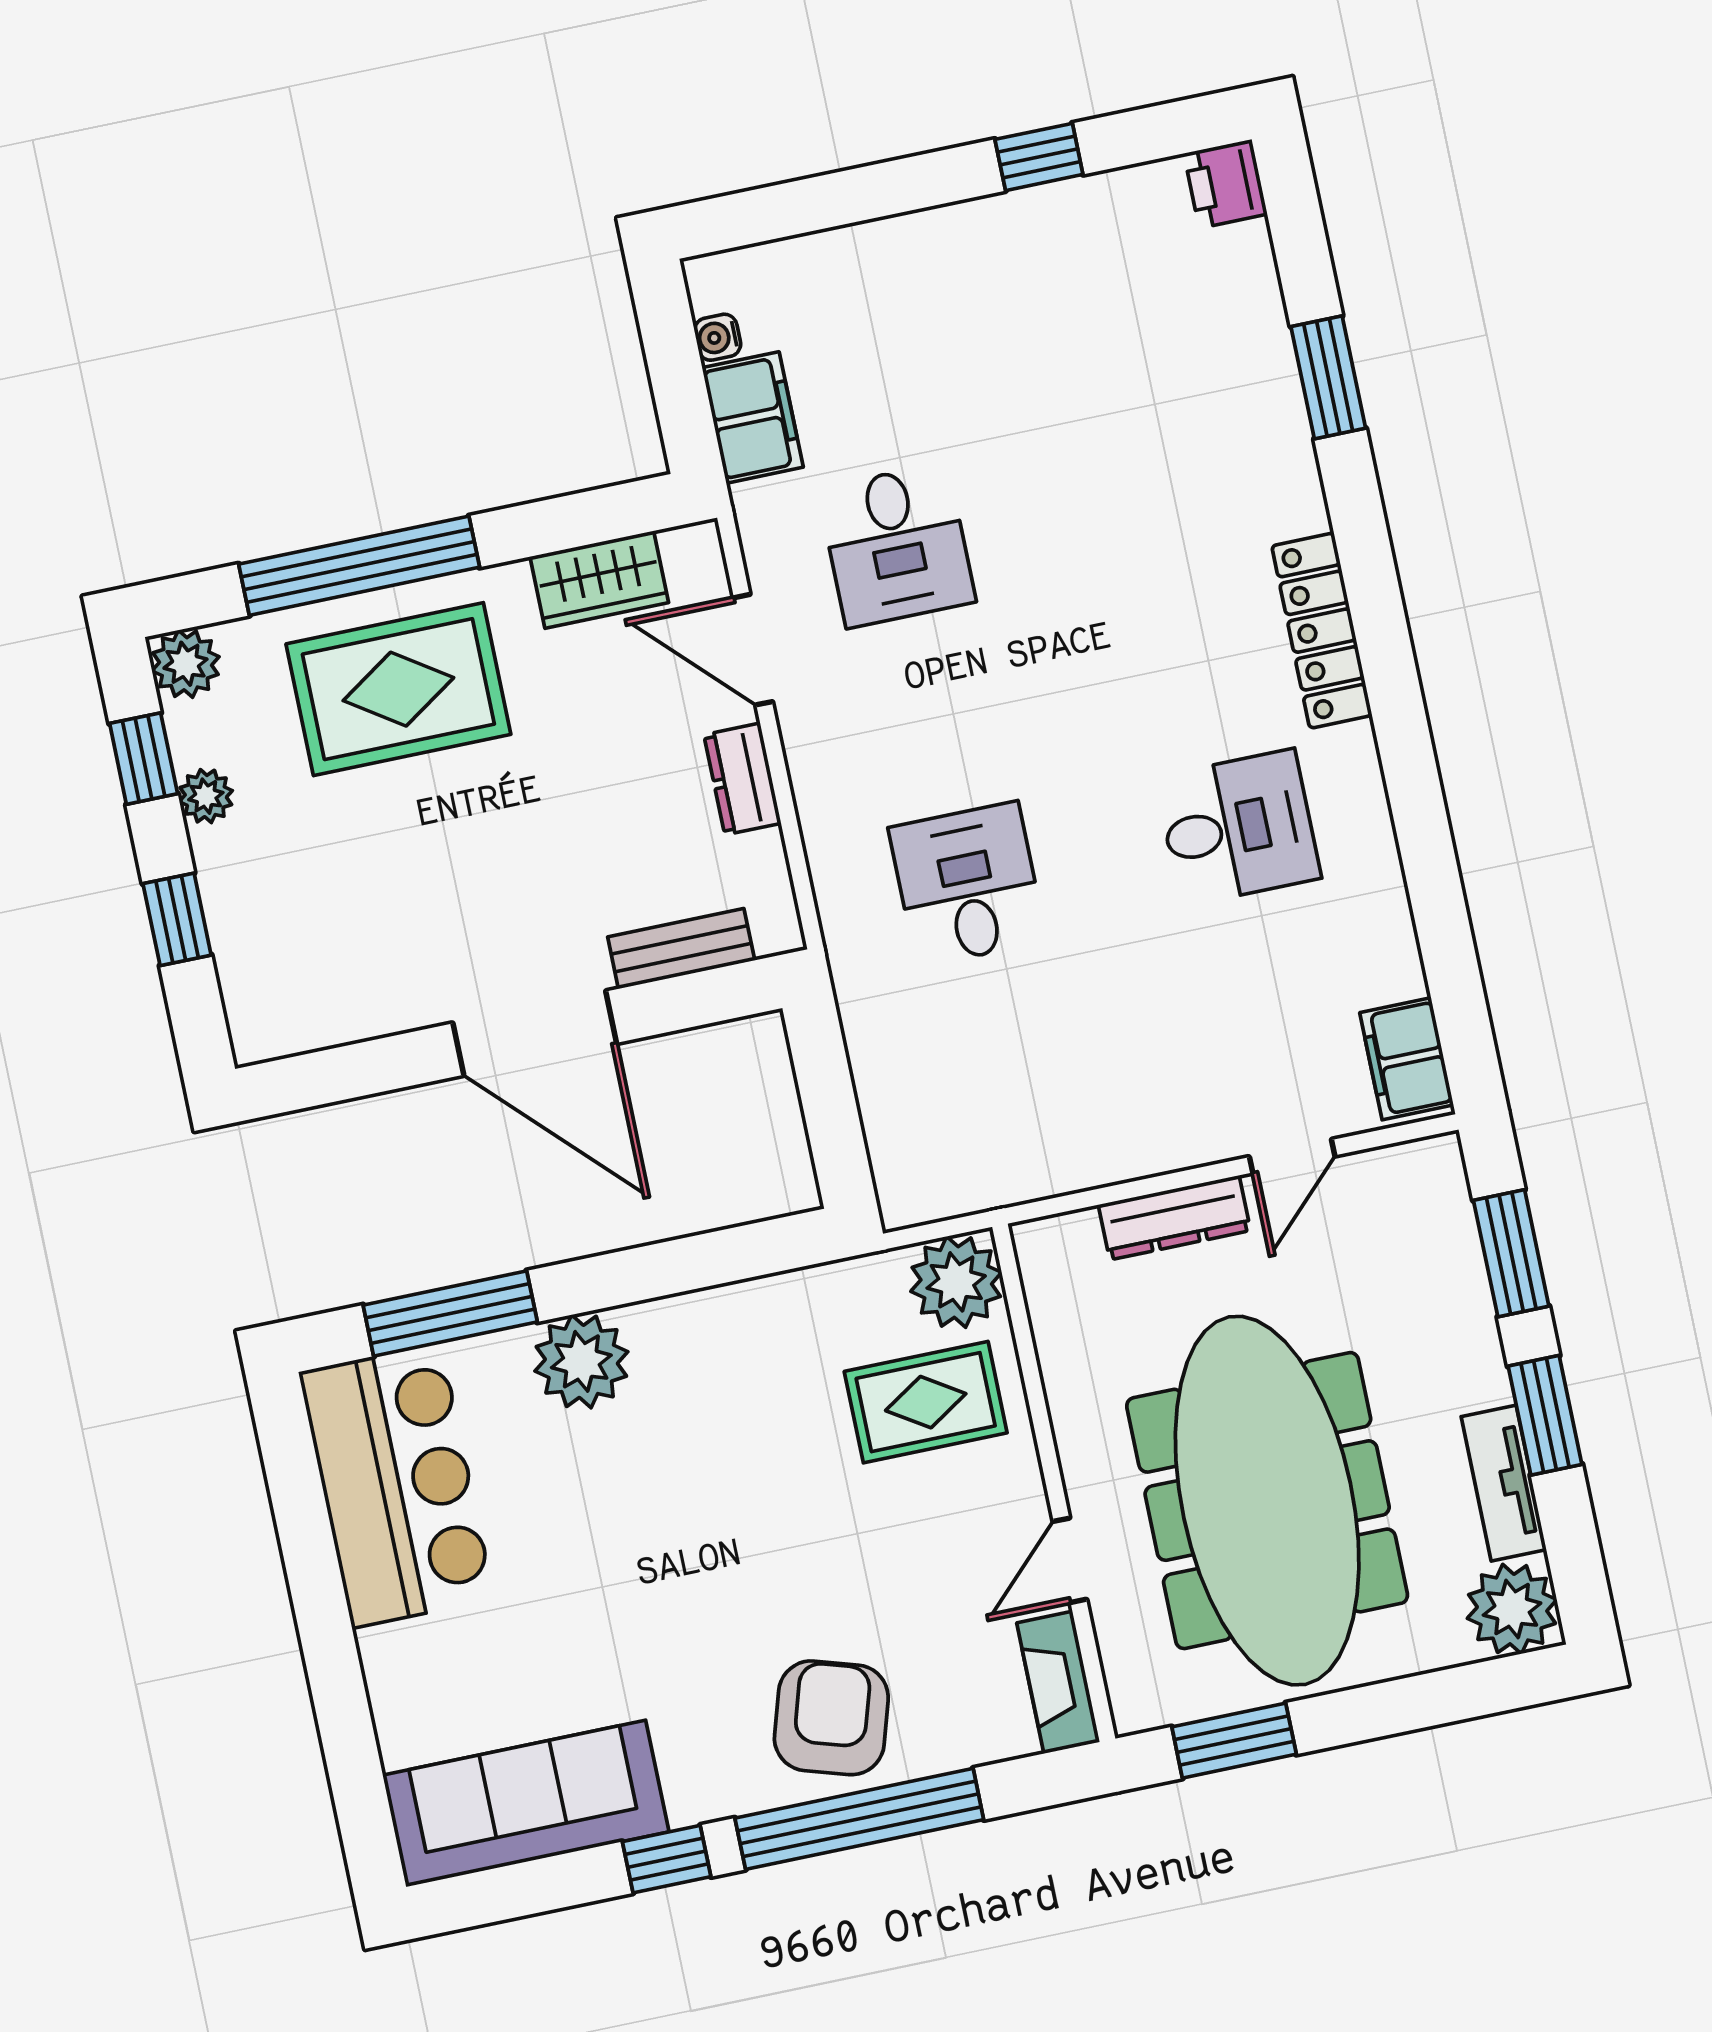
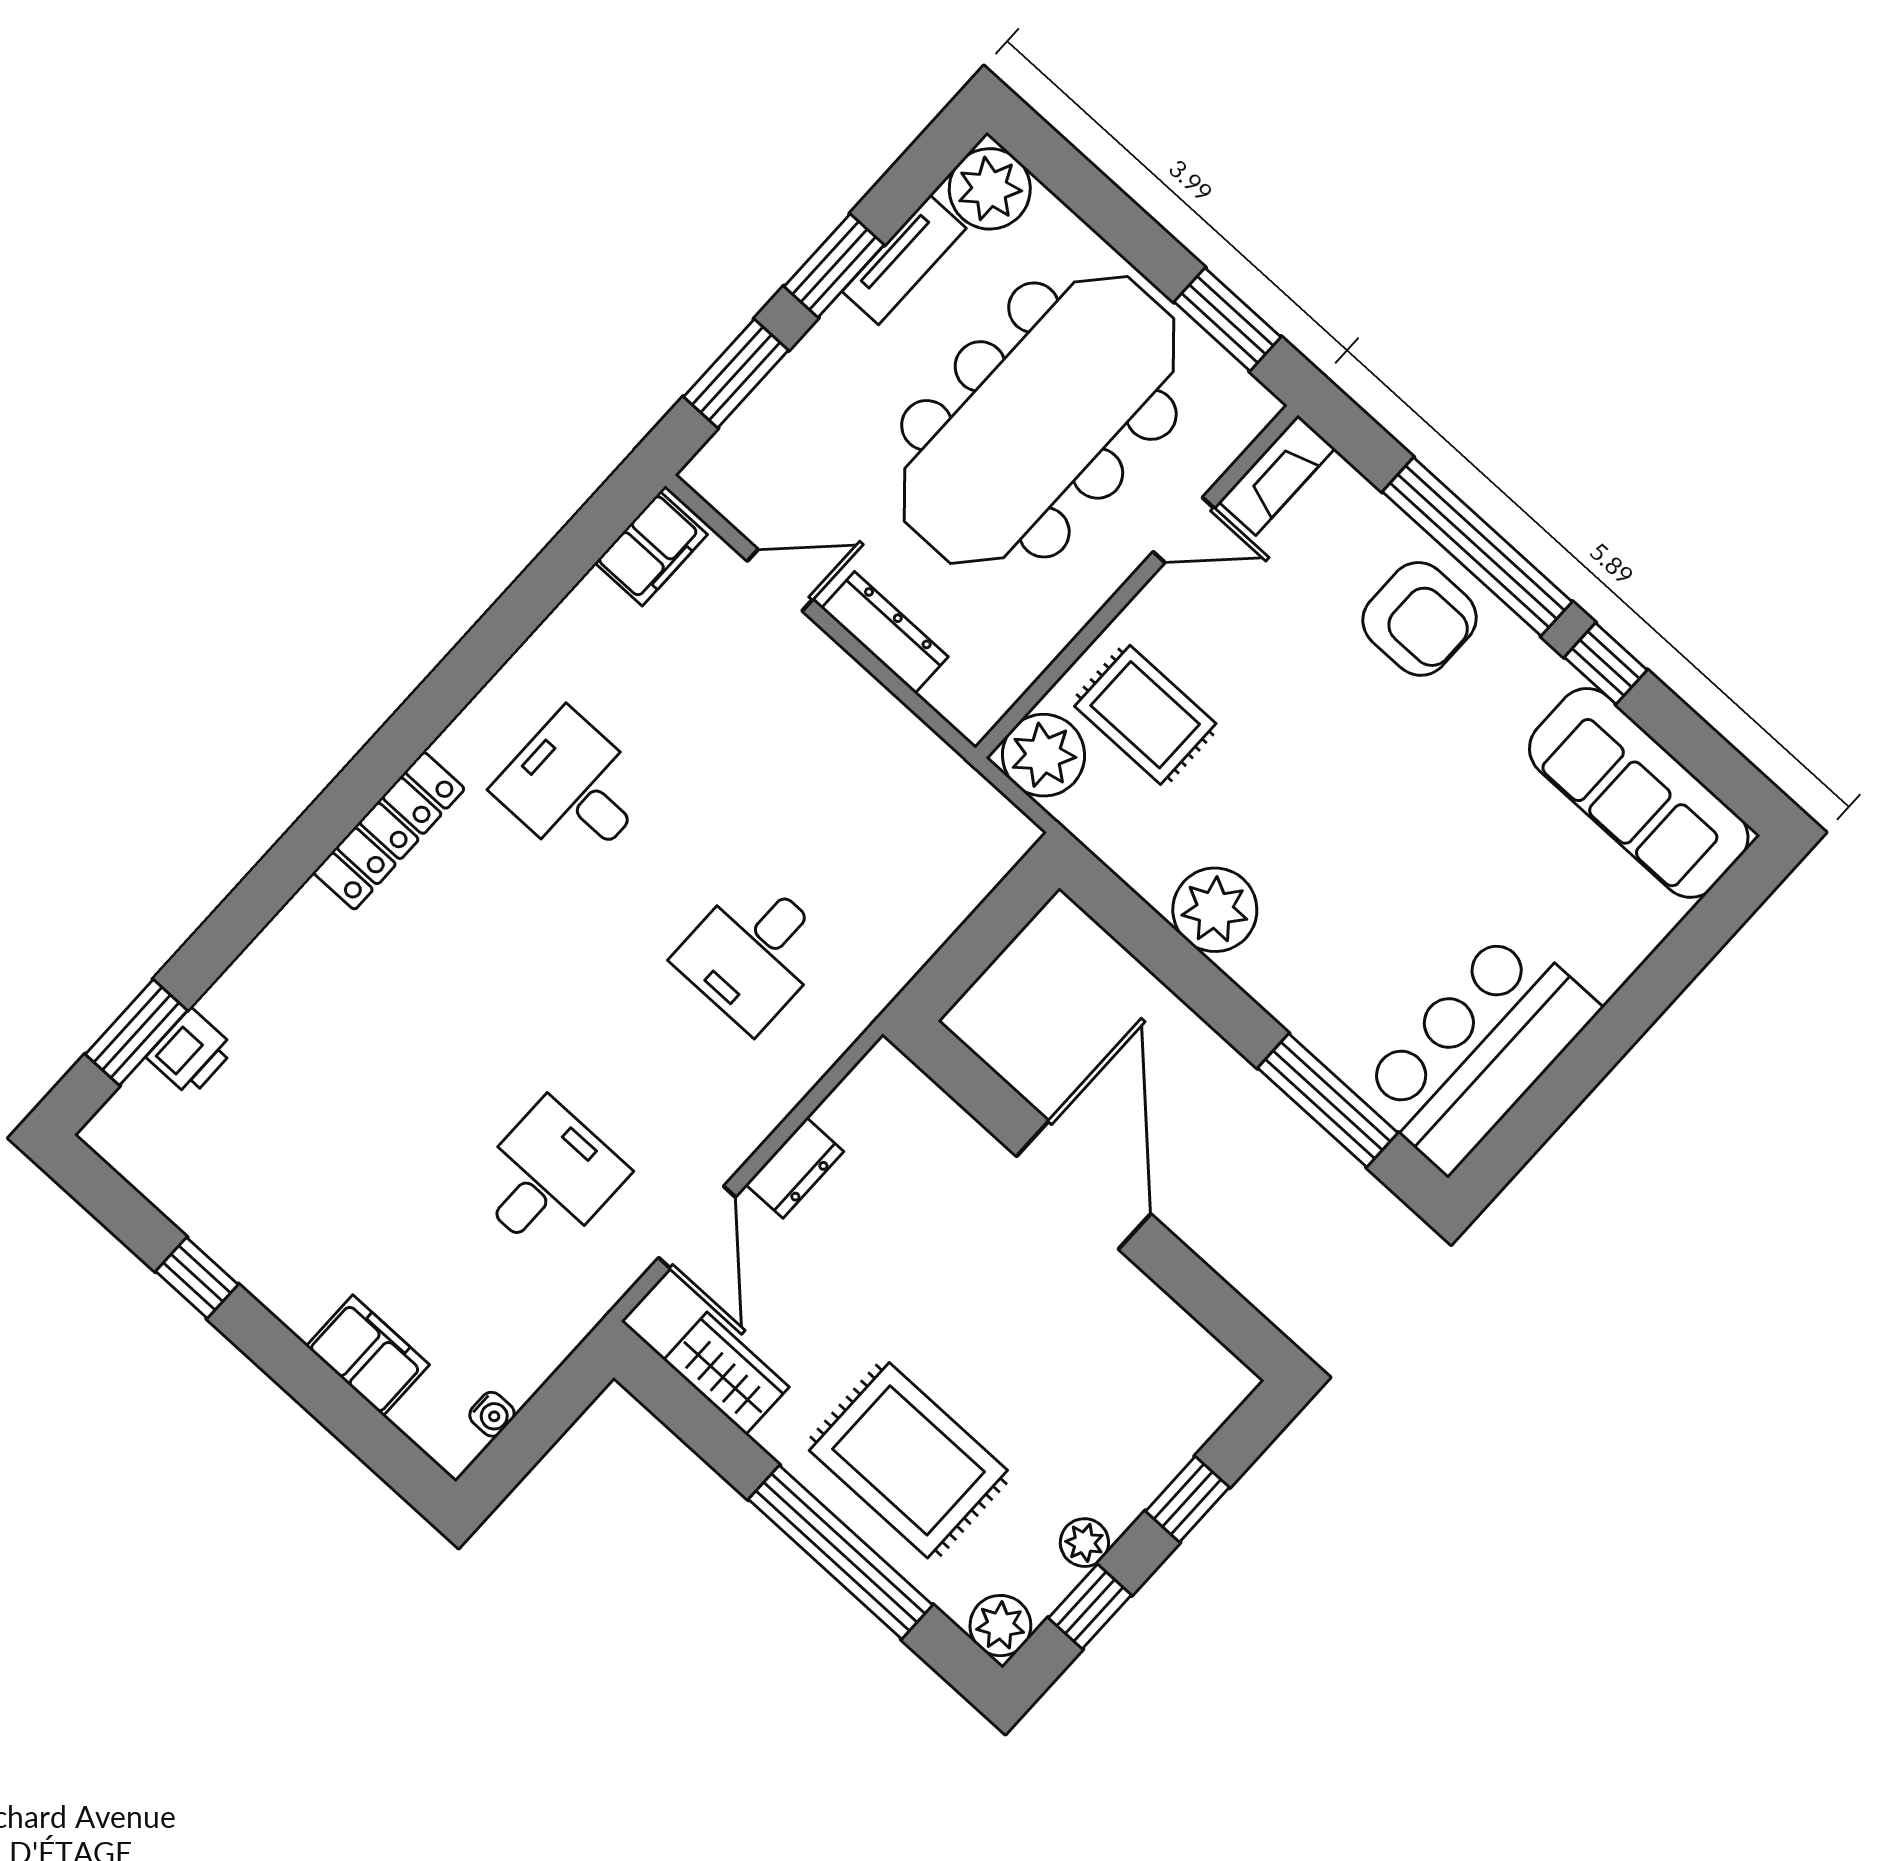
printer: (1225, 184) -> (191, 1053), moved
window: (1328, 377) -> (136, 1032), moved
filing cabinet: (753, 417) -> (368, 1355), moved, turned 90
bench: (681, 949) -> (948, 1124), removed
plant: (581, 1361) -> (1215, 910), moved
armchair: (831, 1718) -> (1419, 619), turned -107

